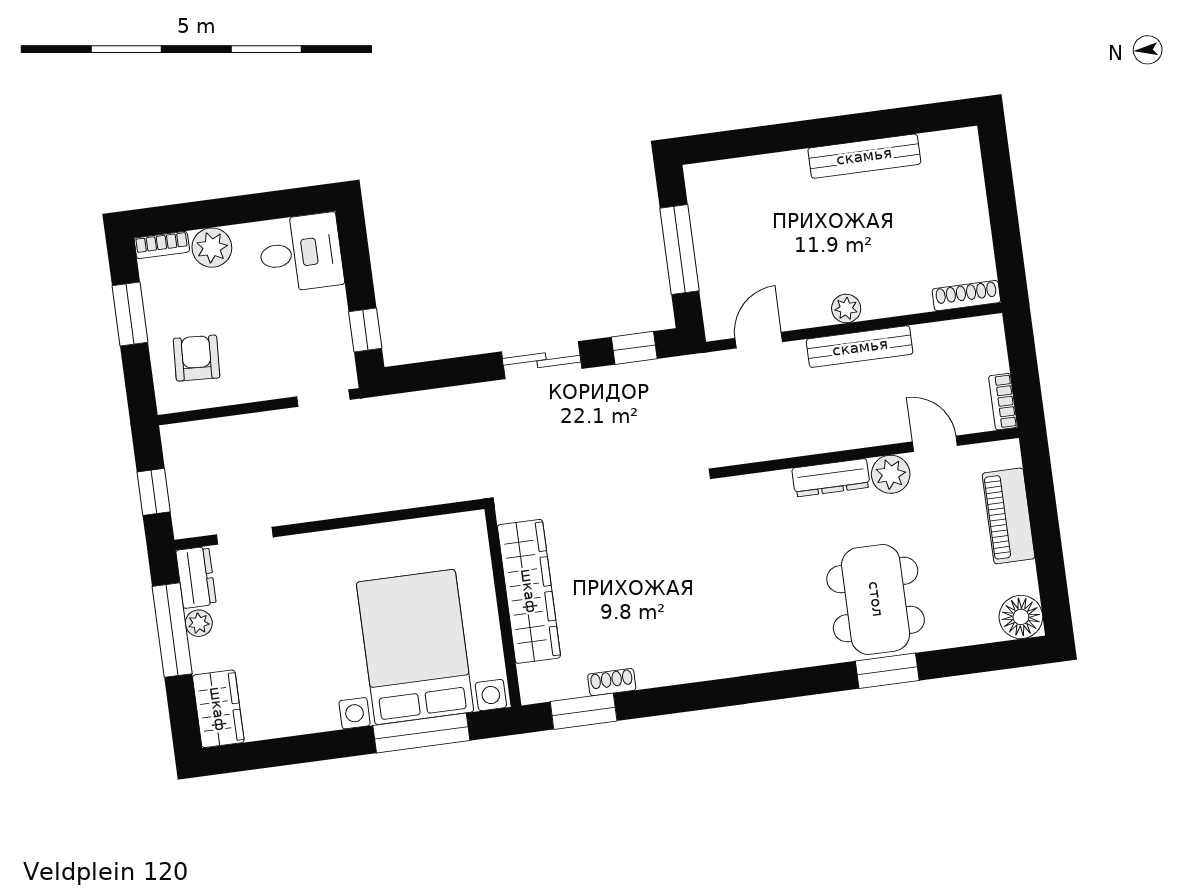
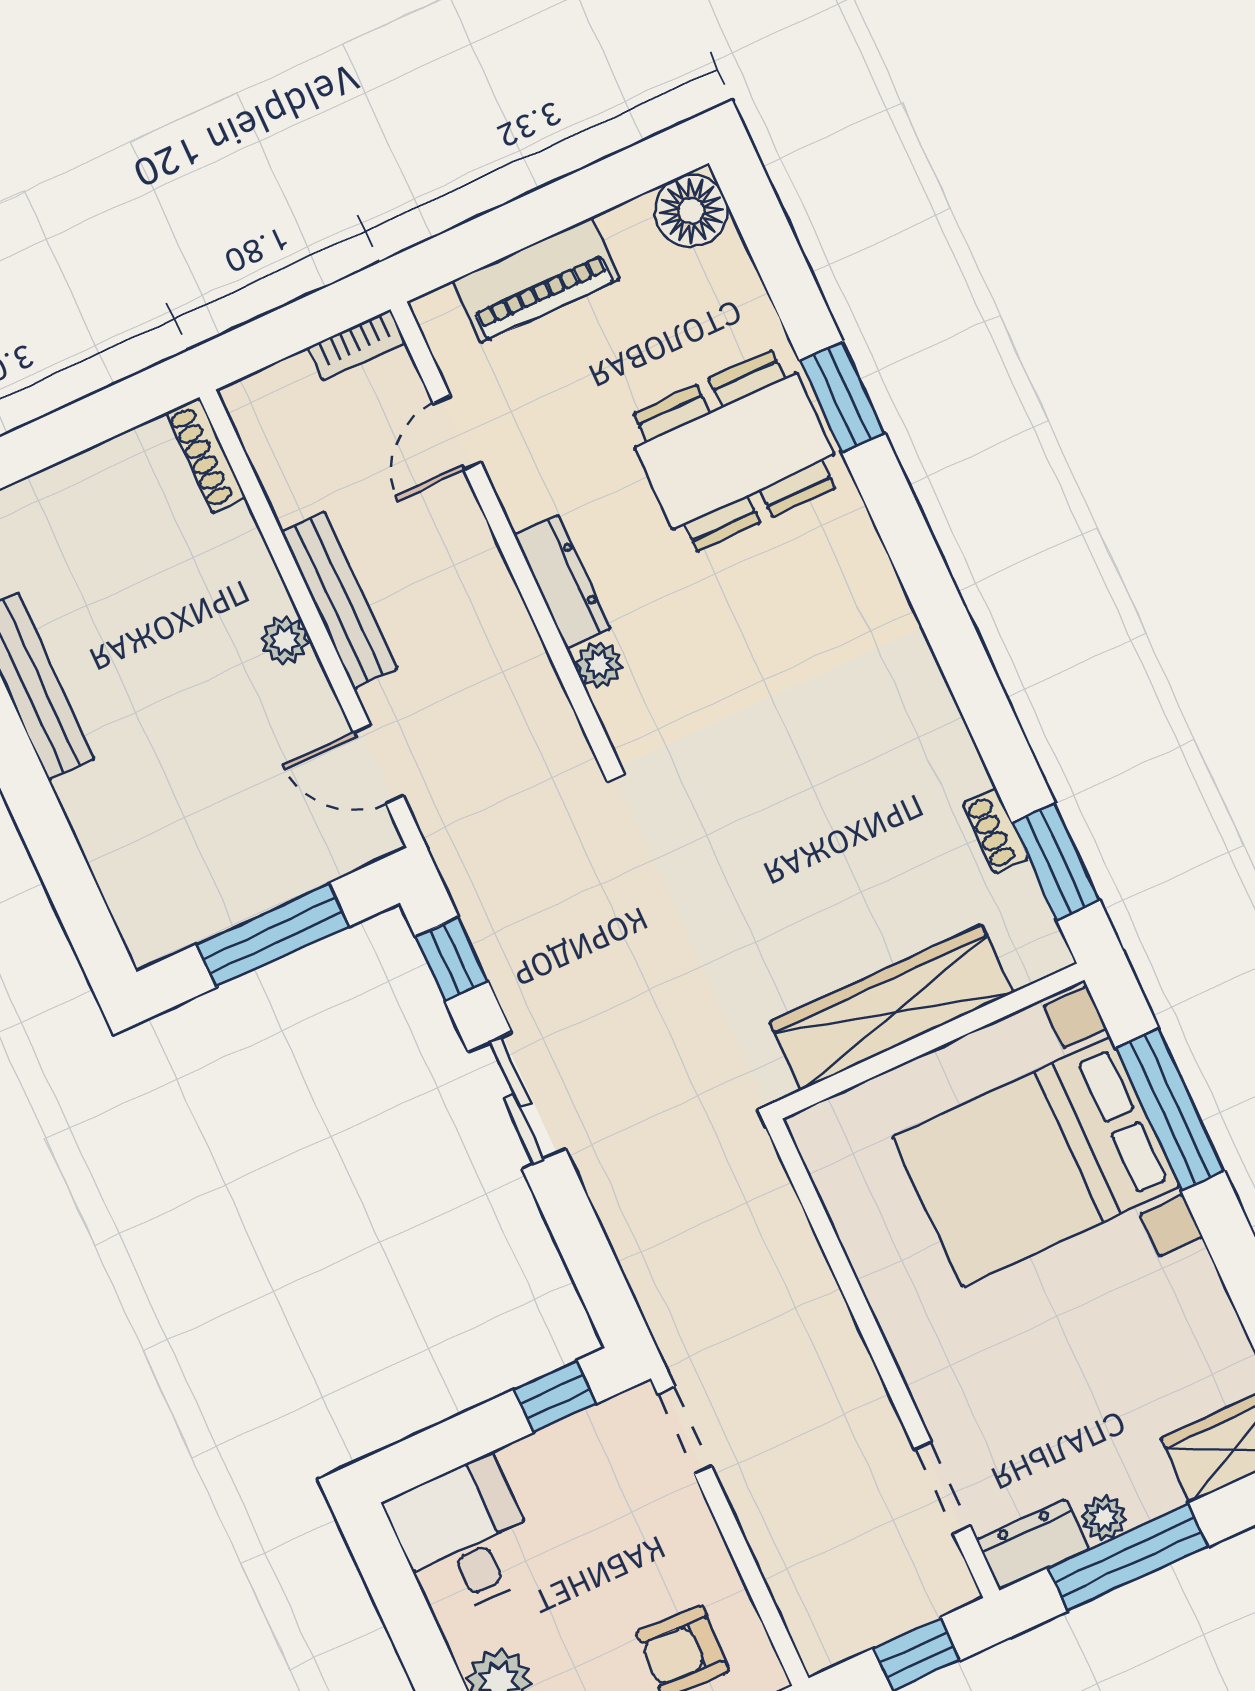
plant: (891, 474) -> (599, 665), moved, width x0.73, depth x0.73

